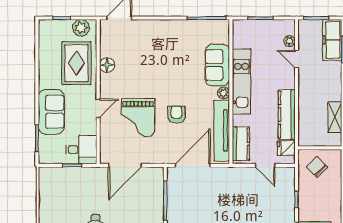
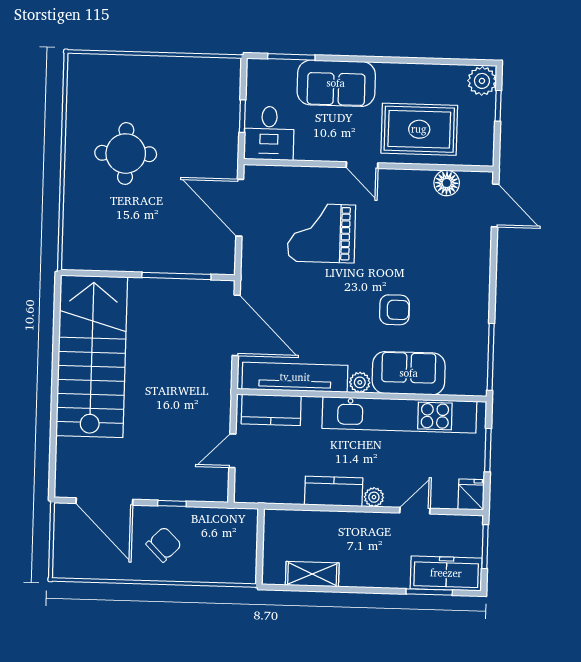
plant: (81, 28) -> (482, 81), moved
plant: (289, 41) -> (374, 497), moved
floor lamp: (107, 65) -> (447, 183), moved
kitchen unit: (242, 81) -> (399, 415), width x1.36
door: (98, 108) -> (362, 165), moved
armchair: (176, 115) -> (394, 310), moved
kitchen counter: (287, 115) -> (334, 491), width x0.67
fridge: (286, 148) -> (471, 495), moved
chair: (317, 167) -> (164, 544), moved

